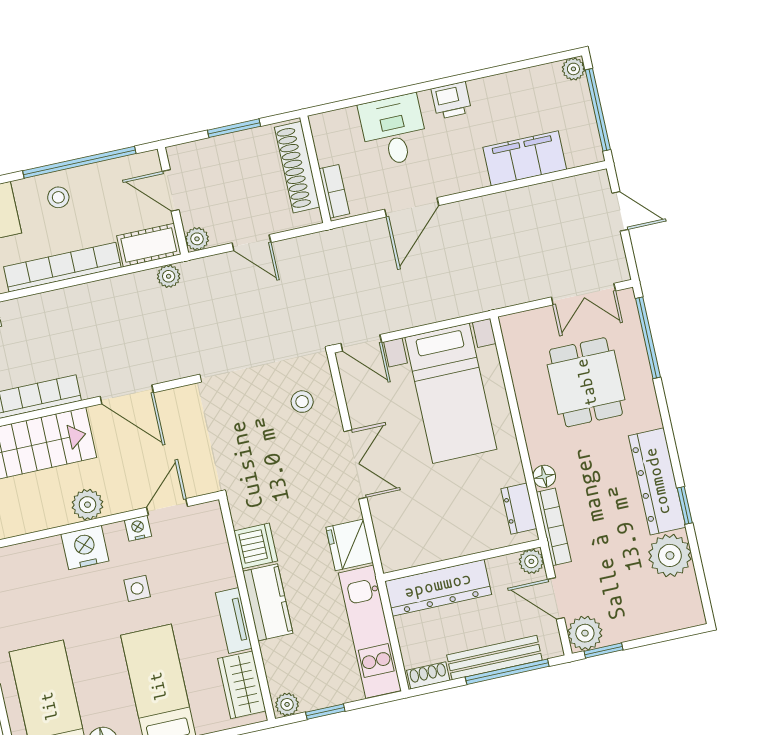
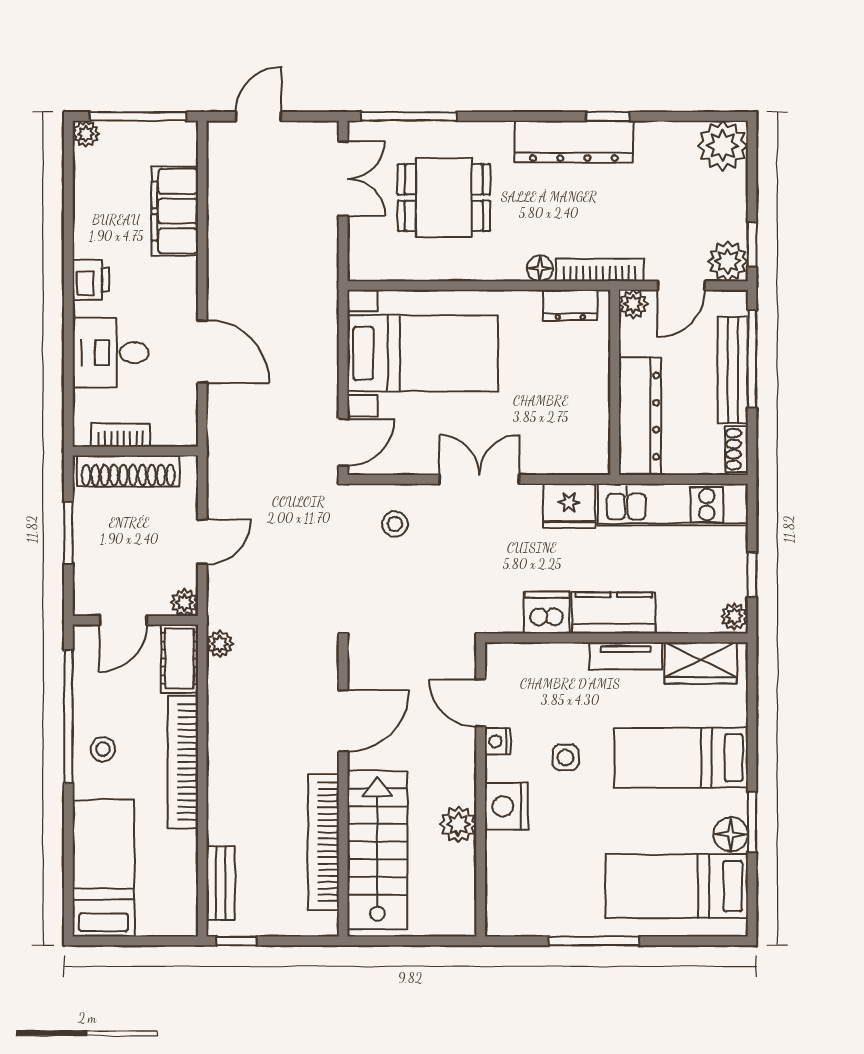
bookcase: (334, 191) -> (121, 435), moved
plant: (87, 505) -> (458, 824), moved
plant: (670, 555) -> (723, 146), moved

